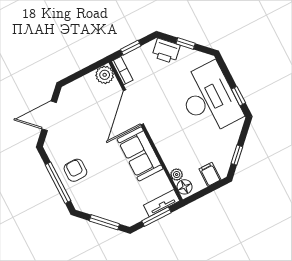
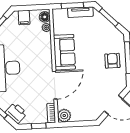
armchair: (75, 170) -> (112, 61), turned 180
tv unit: (162, 203) -> (80, 12), moved

